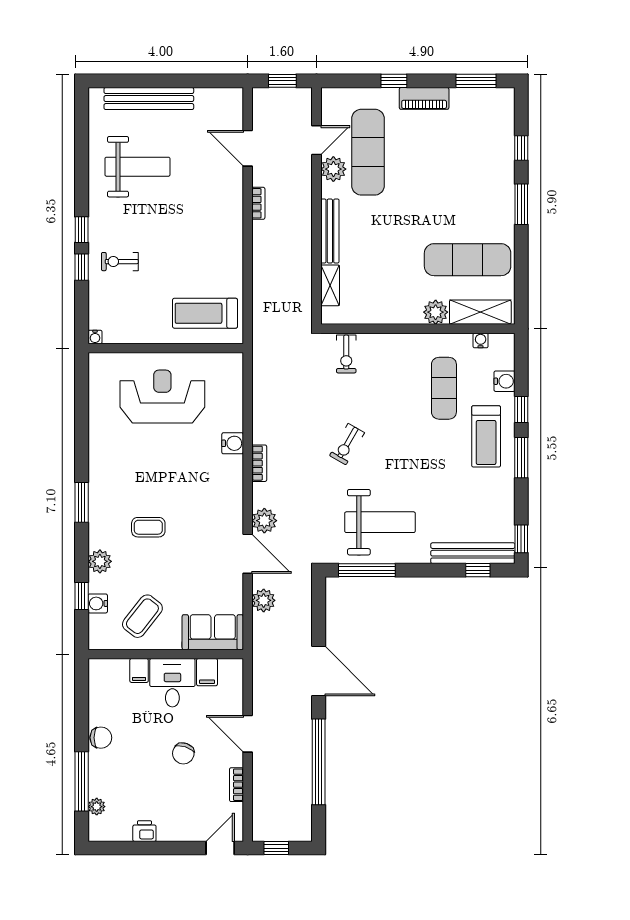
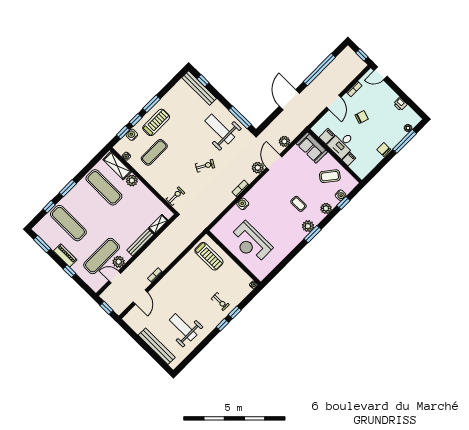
exercise mat: (468, 152) -> (68, 223), added
plant: (101, 508) -> (308, 226), added
window: (521, 539) -> (123, 132), moved

